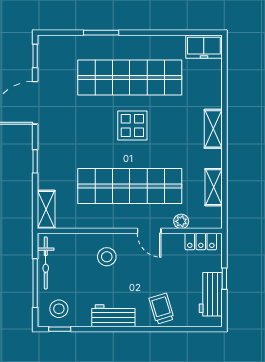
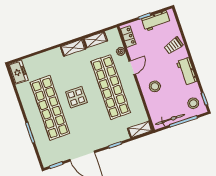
shelving: (213, 129) -> (73, 48), moved

